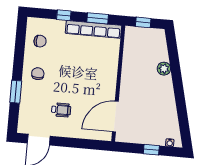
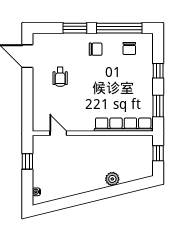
row of seats: (93, 29) -> (123, 125), moved, turned 90
window: (20, 49) -> (119, 28), added
door: (115, 117) -> (58, 133), width x0.53
window: (151, 150) -> (27, 161), moved

